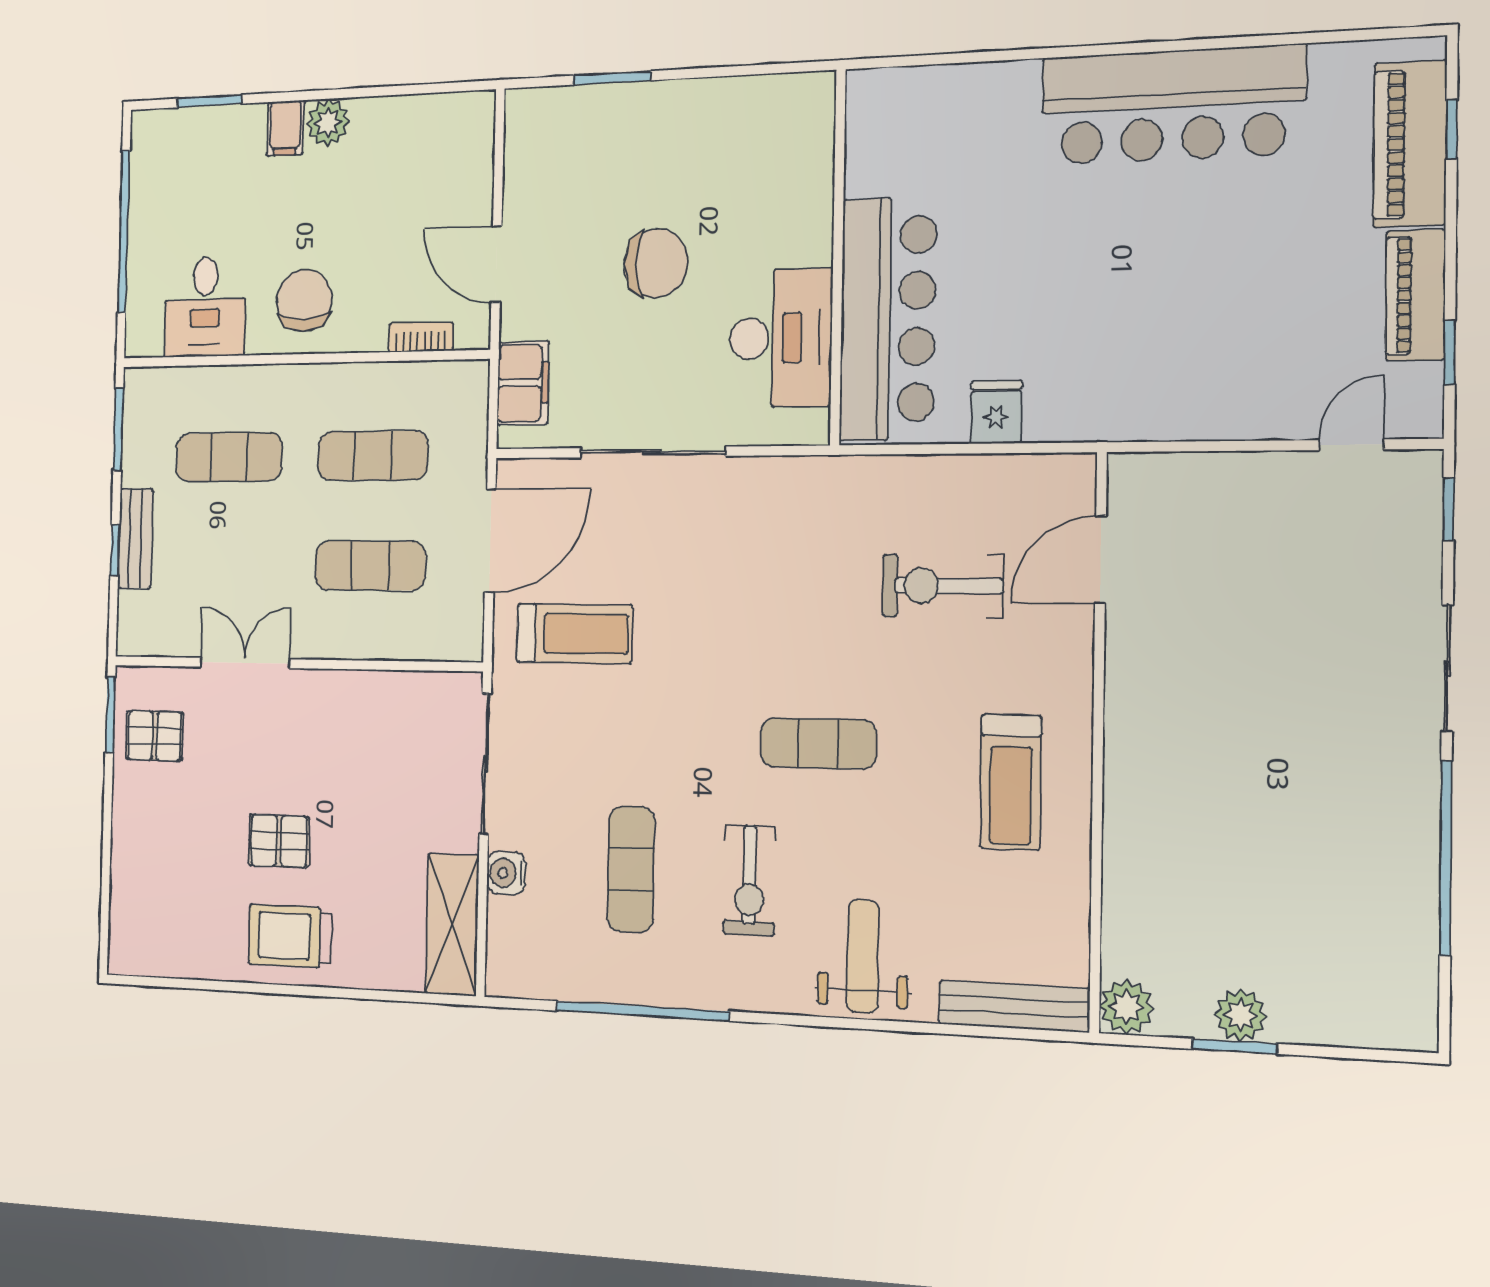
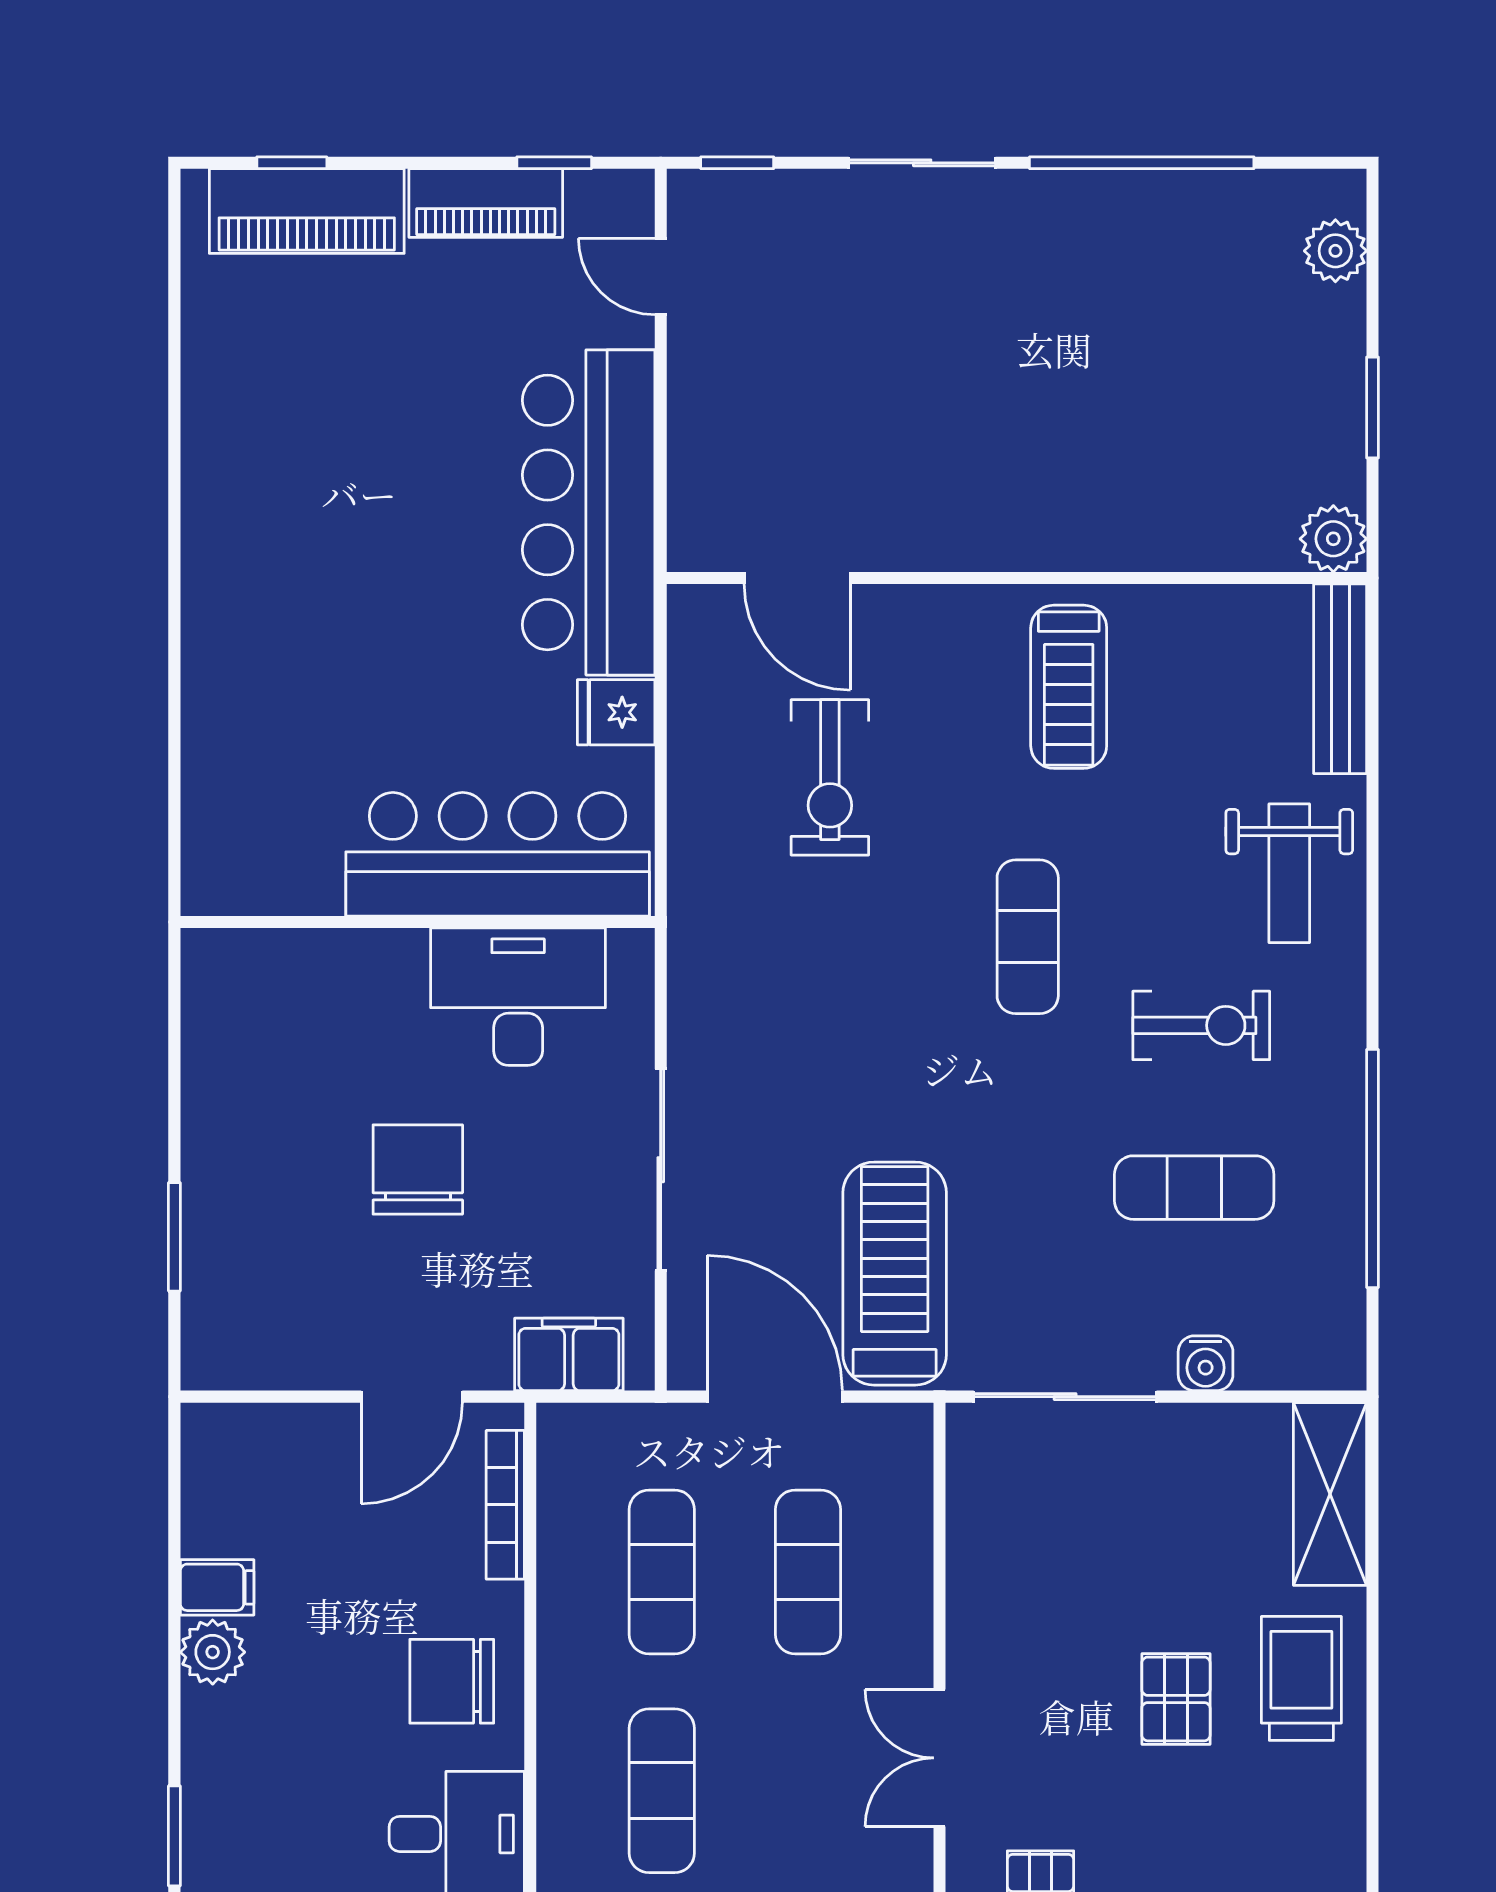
bar counter: (1172, 105) -> (589, 512), moved, turned 180
filing cabinet: (285, 128) -> (217, 1587), moved
bookcase: (421, 337) -> (505, 1505), width x1.56
treadmill: (574, 634) -> (895, 1274), width x1.37, depth x1.38
treadmill: (1011, 782) -> (1069, 687), turned 90
shelving: (452, 924) -> (1330, 1494), moved, turned 90
trolley: (290, 936) -> (1301, 1678), turned 180
weight bench: (863, 956) -> (1289, 873), turned -90
plant: (1241, 1015) -> (1335, 251), moved

